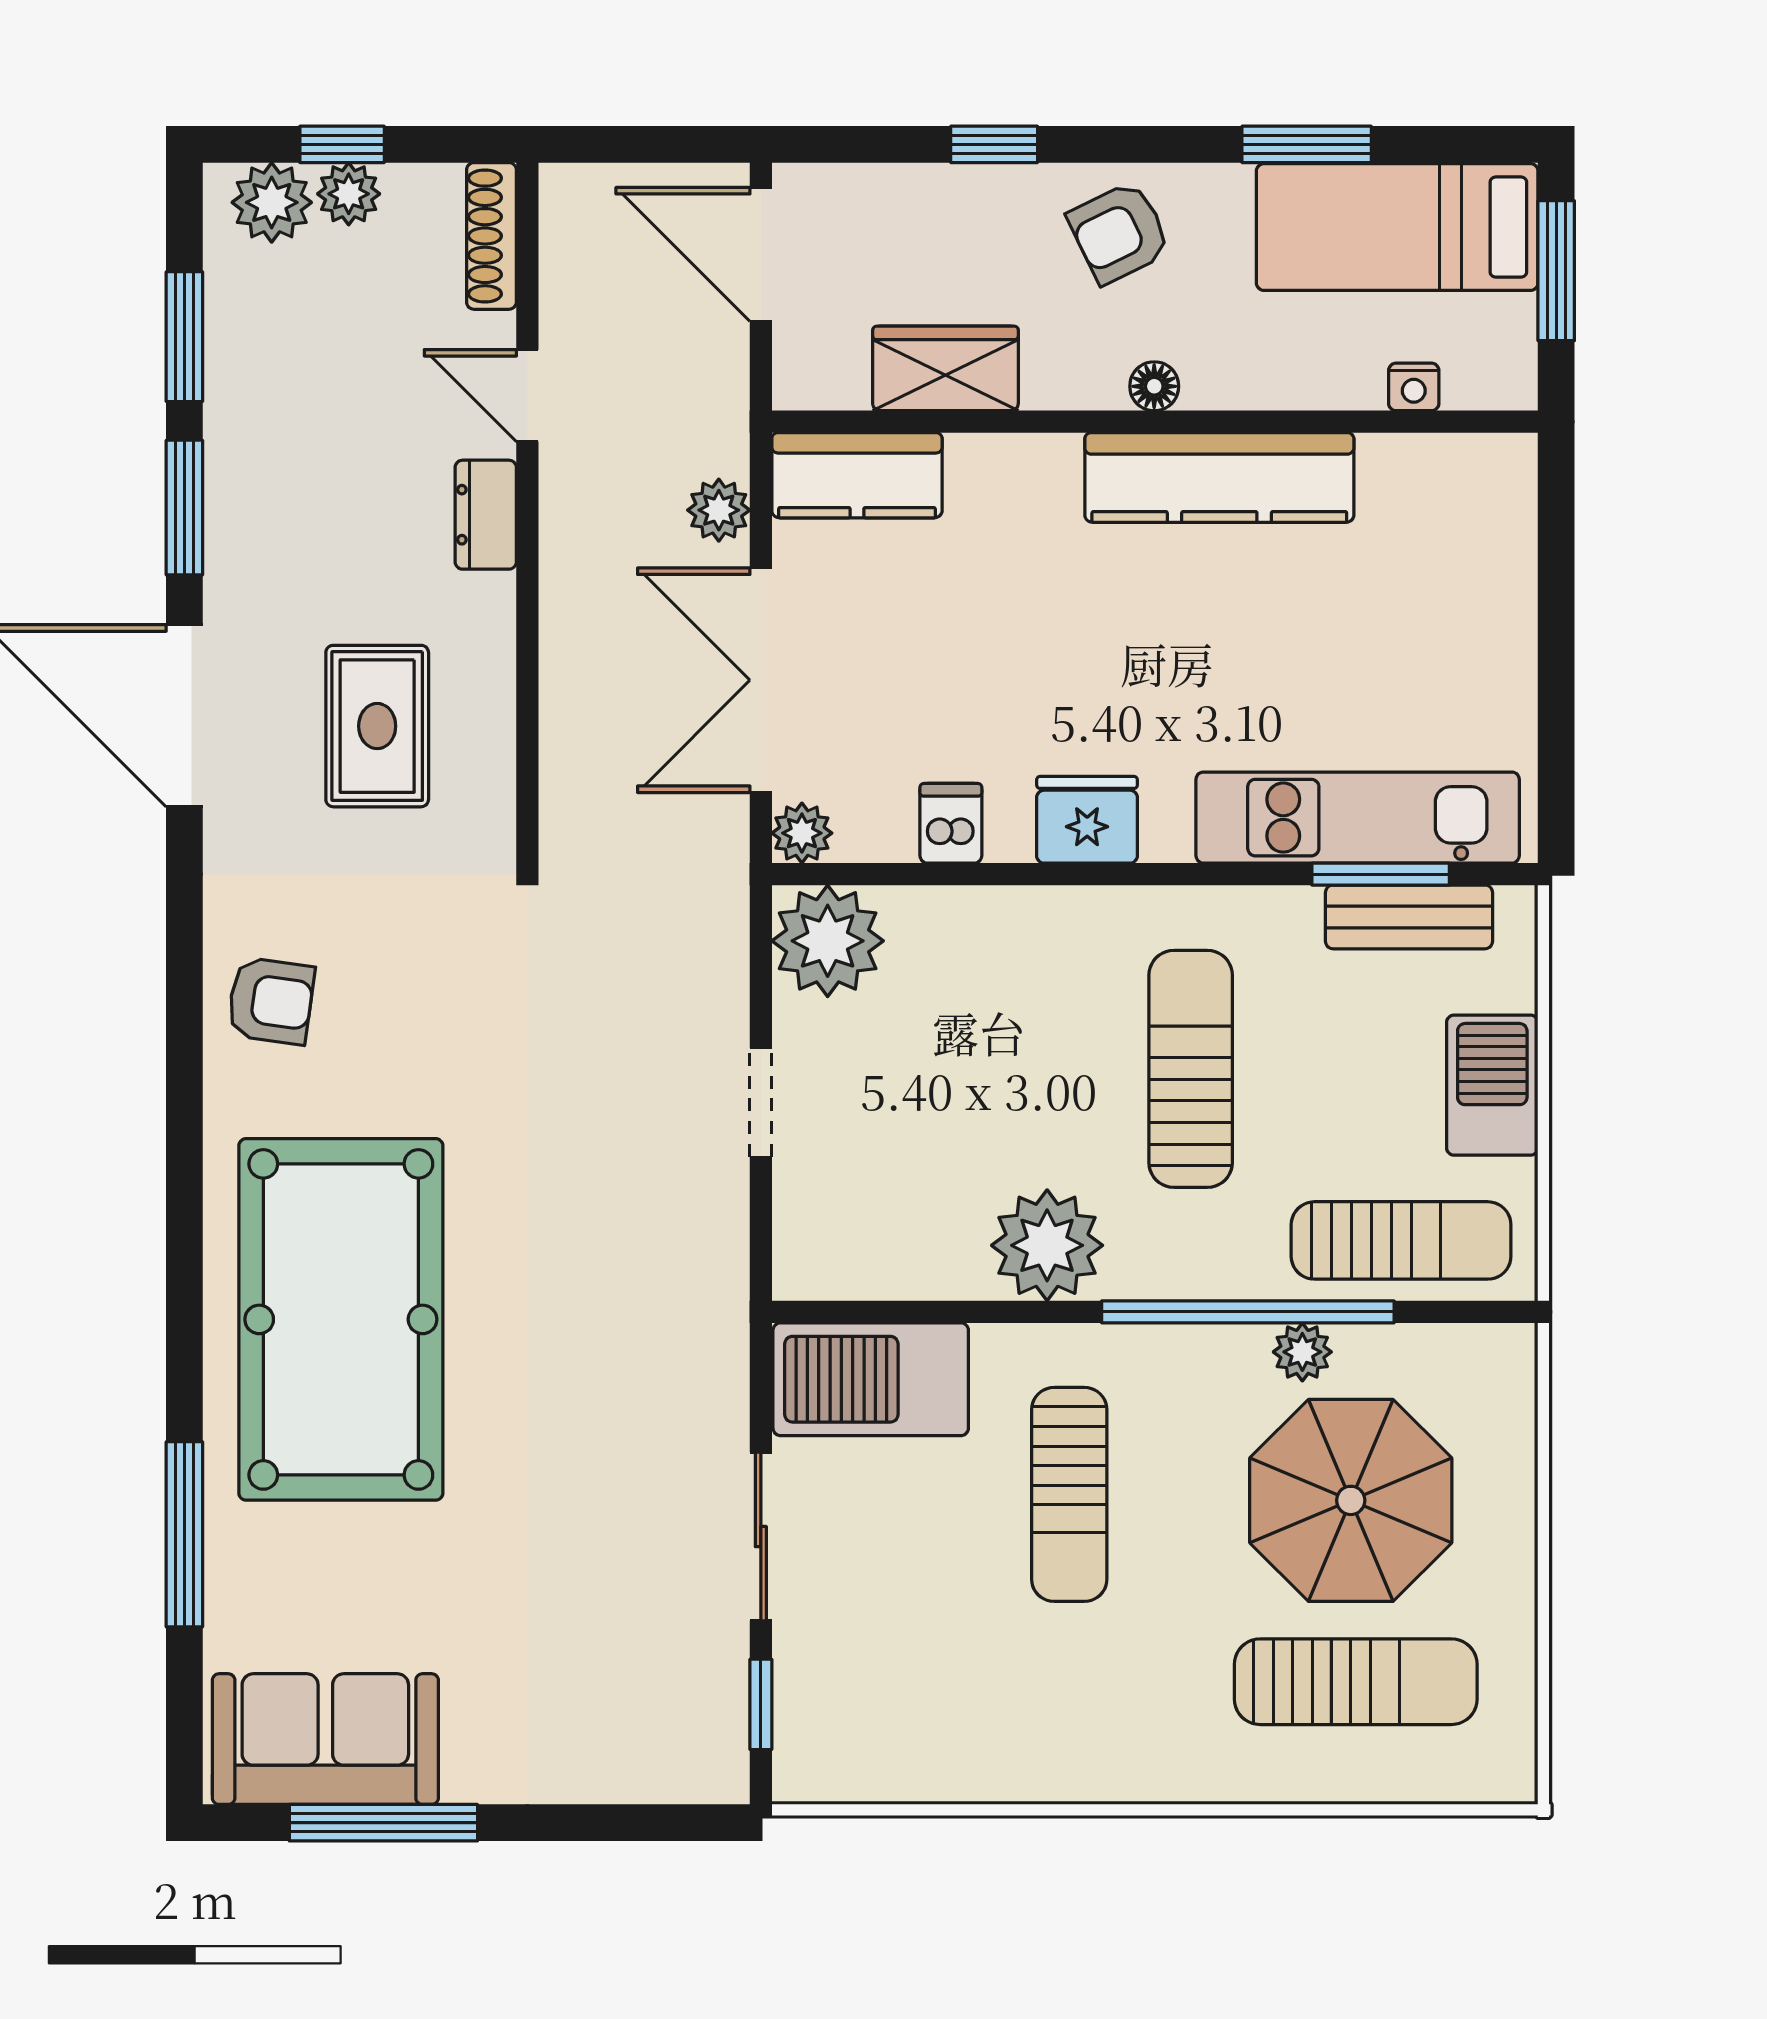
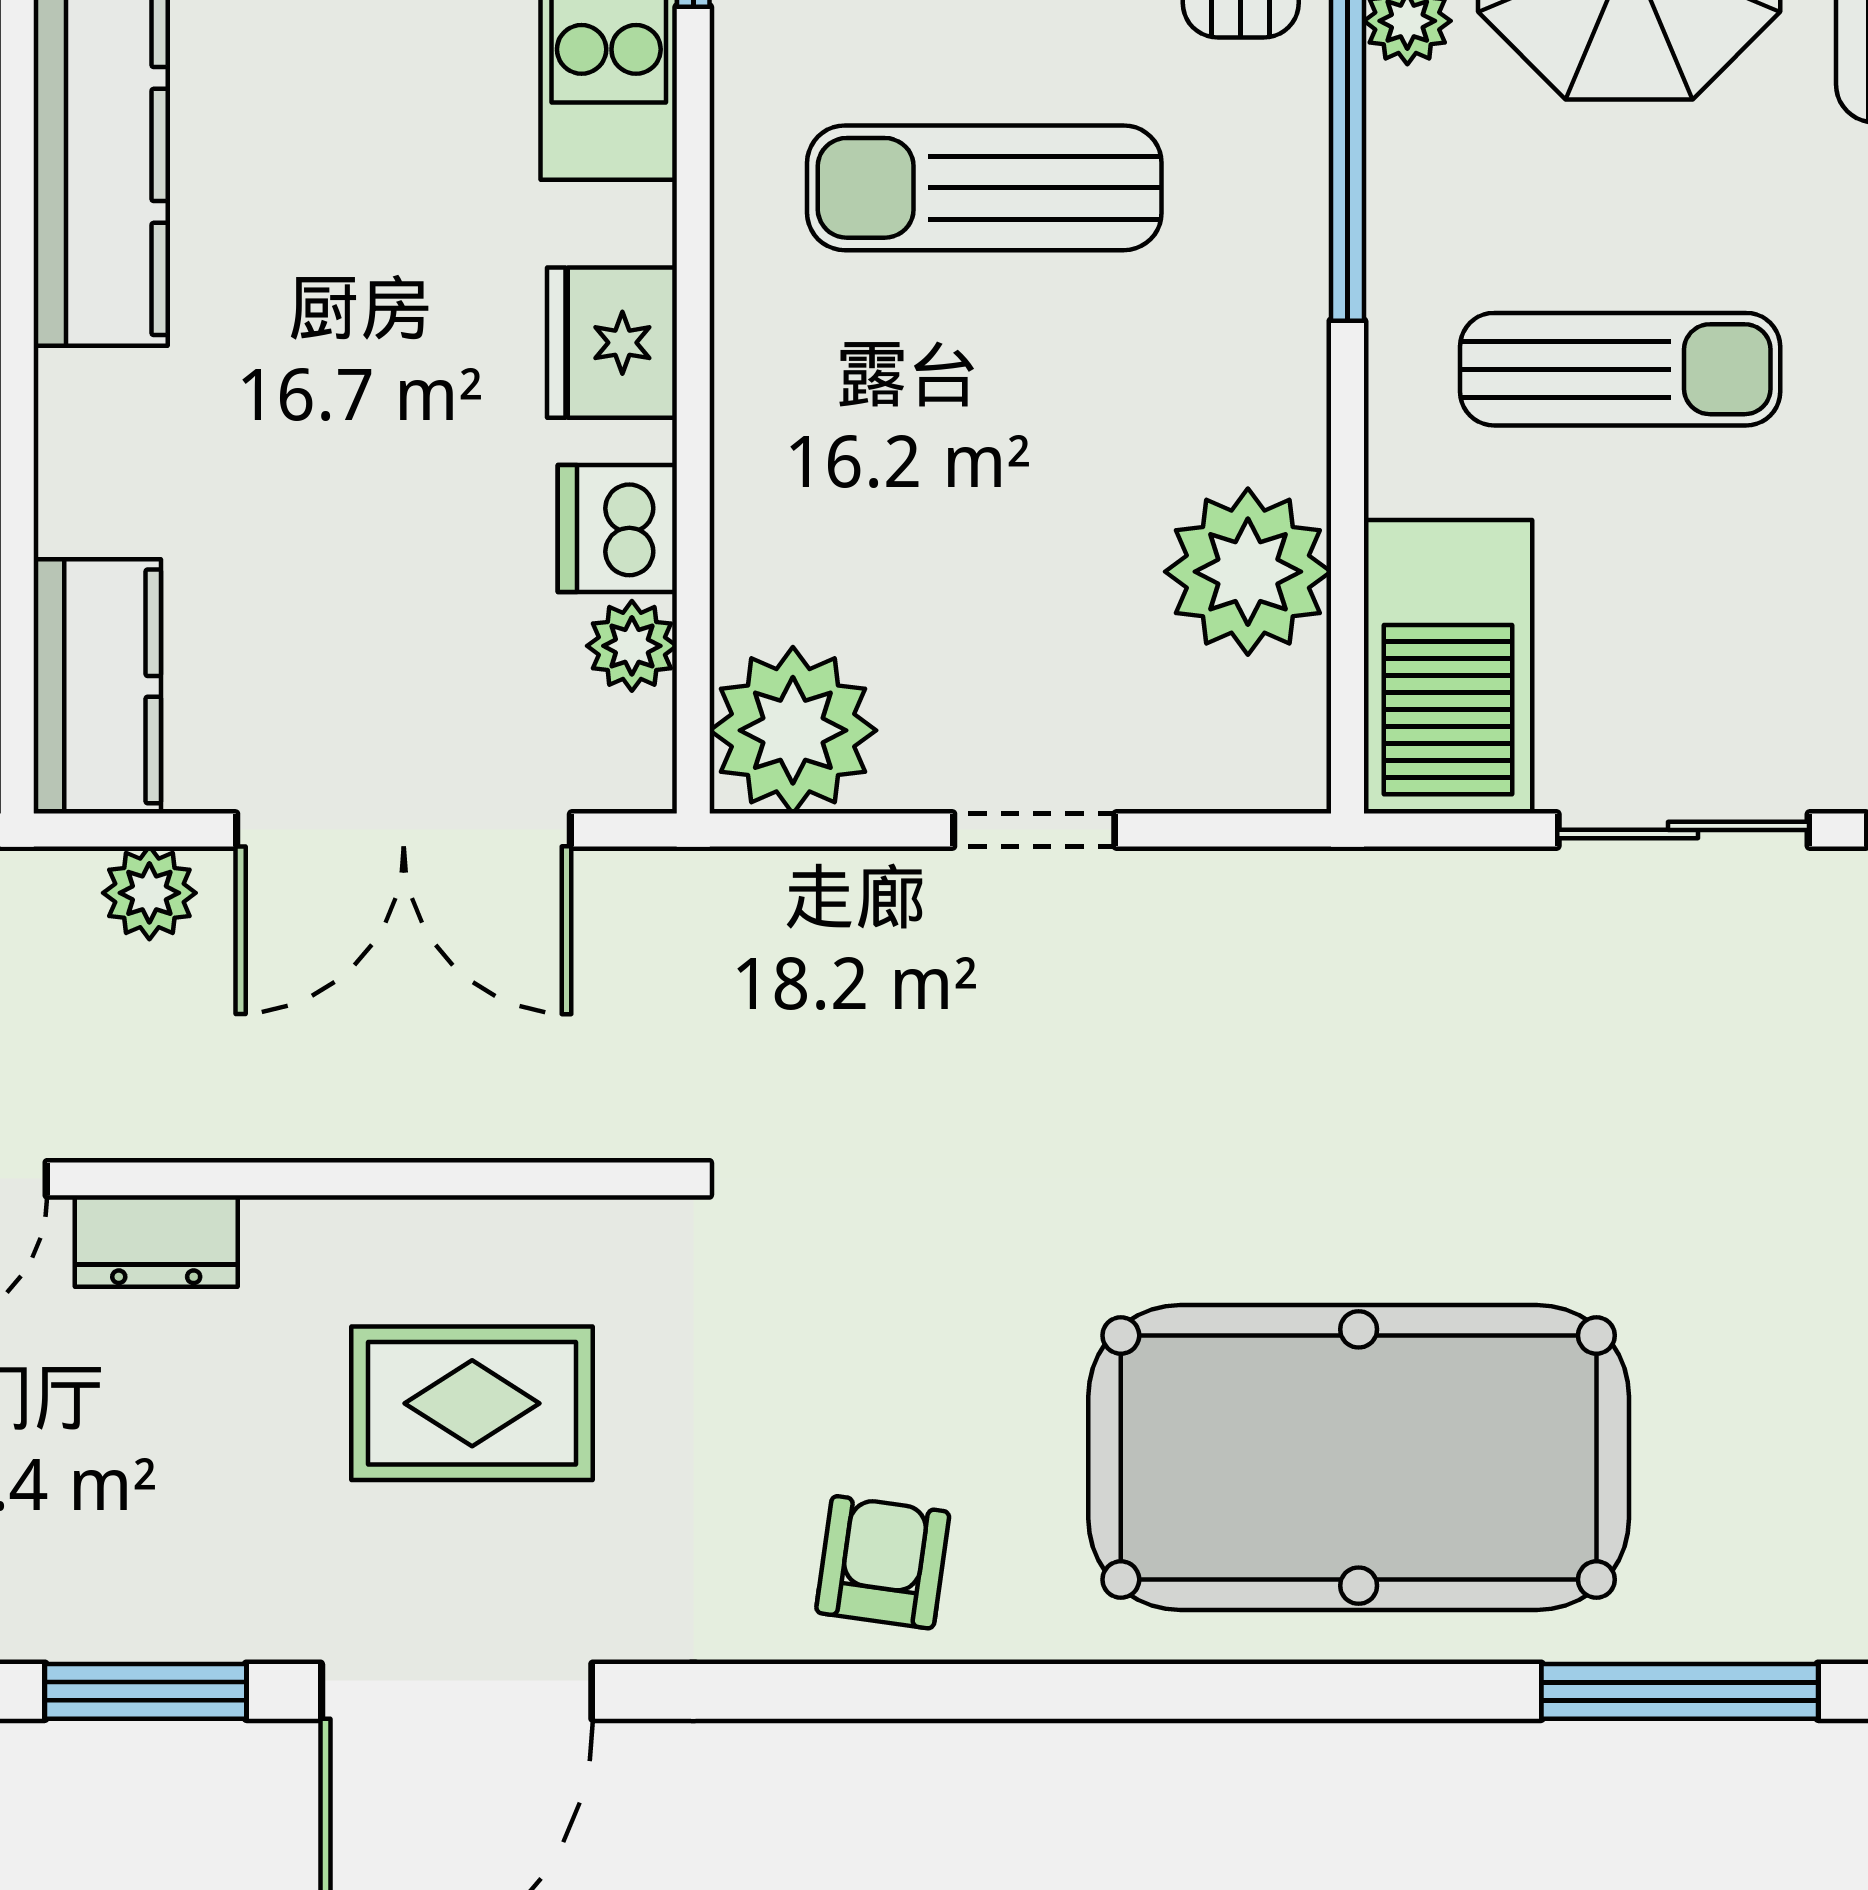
dishwasher: (951, 823) -> (617, 529), width x1.38
plant: (802, 833) -> (632, 646), moved
plant: (1047, 1245) -> (1248, 572), moved

